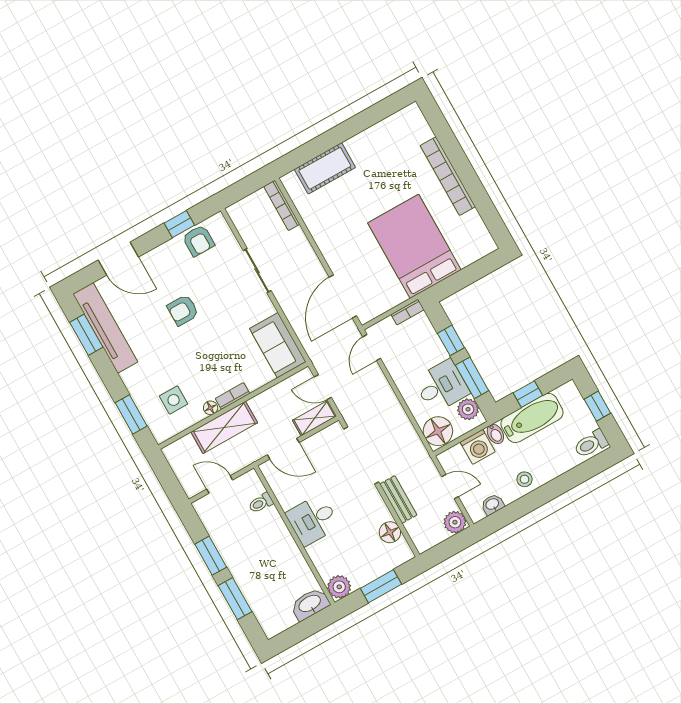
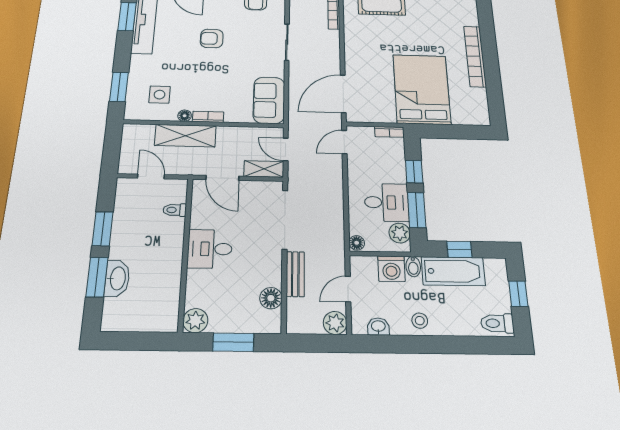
floor lamp: (438, 431) -> (357, 243), width x0.53, depth x0.53
door: (450, 487) -> (348, 289), swing flipped
washbasin: (310, 604) -> (117, 278), moved, turned 90

